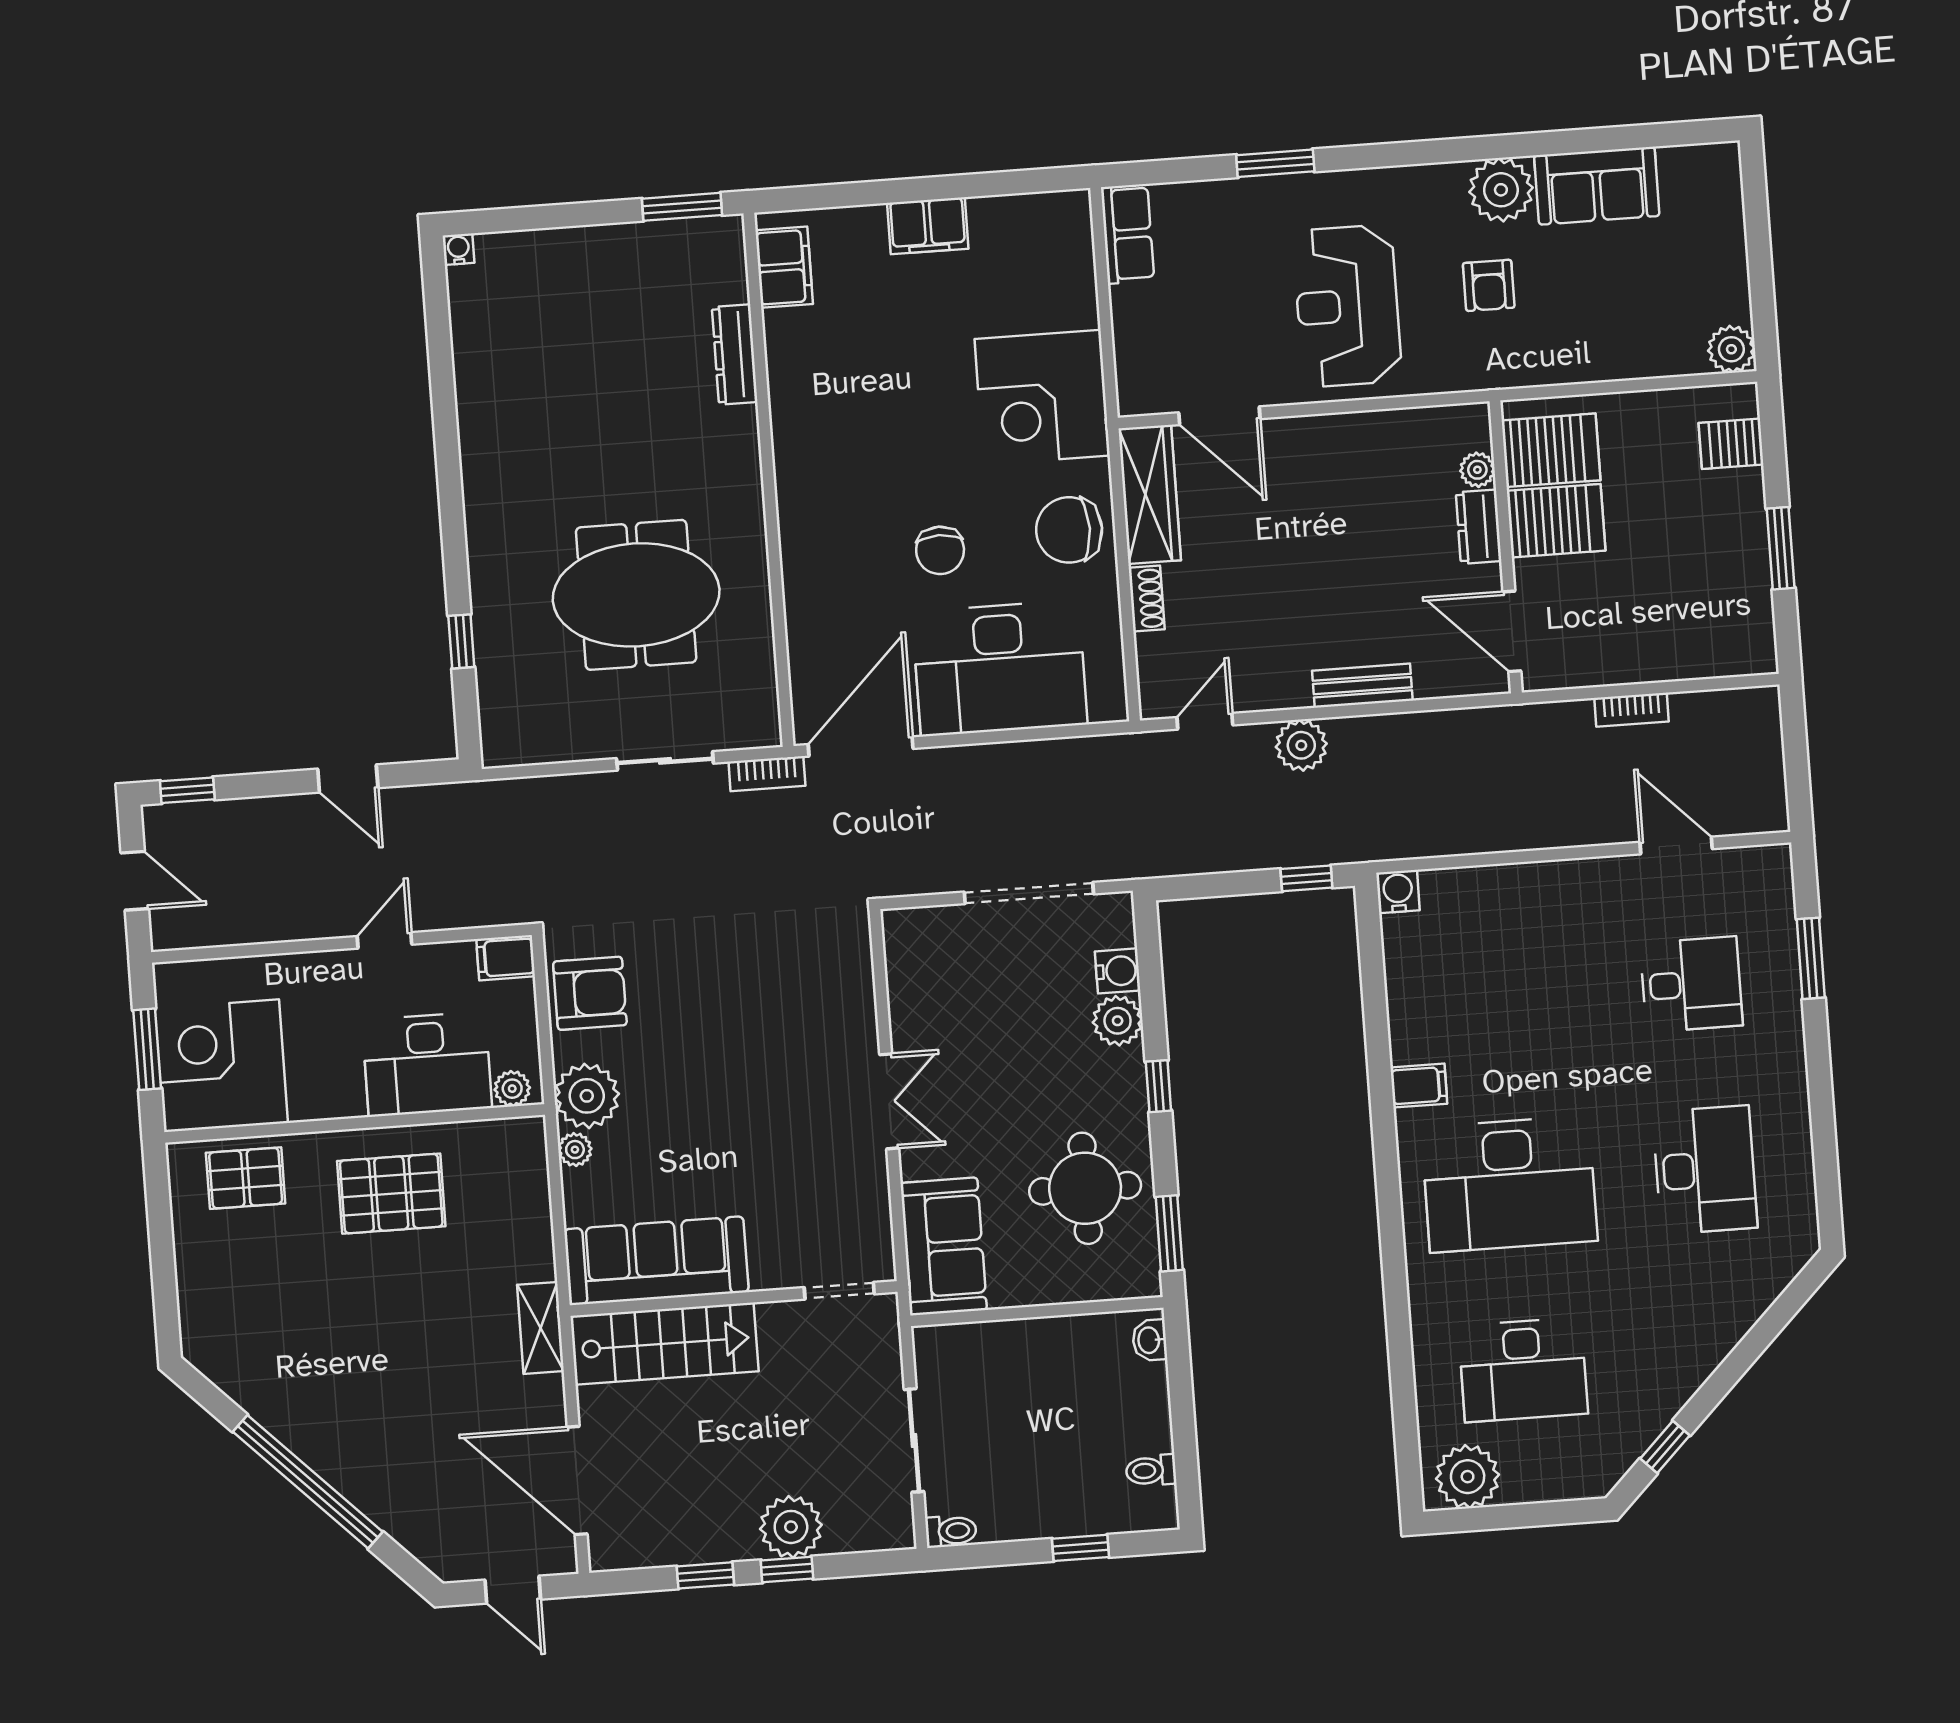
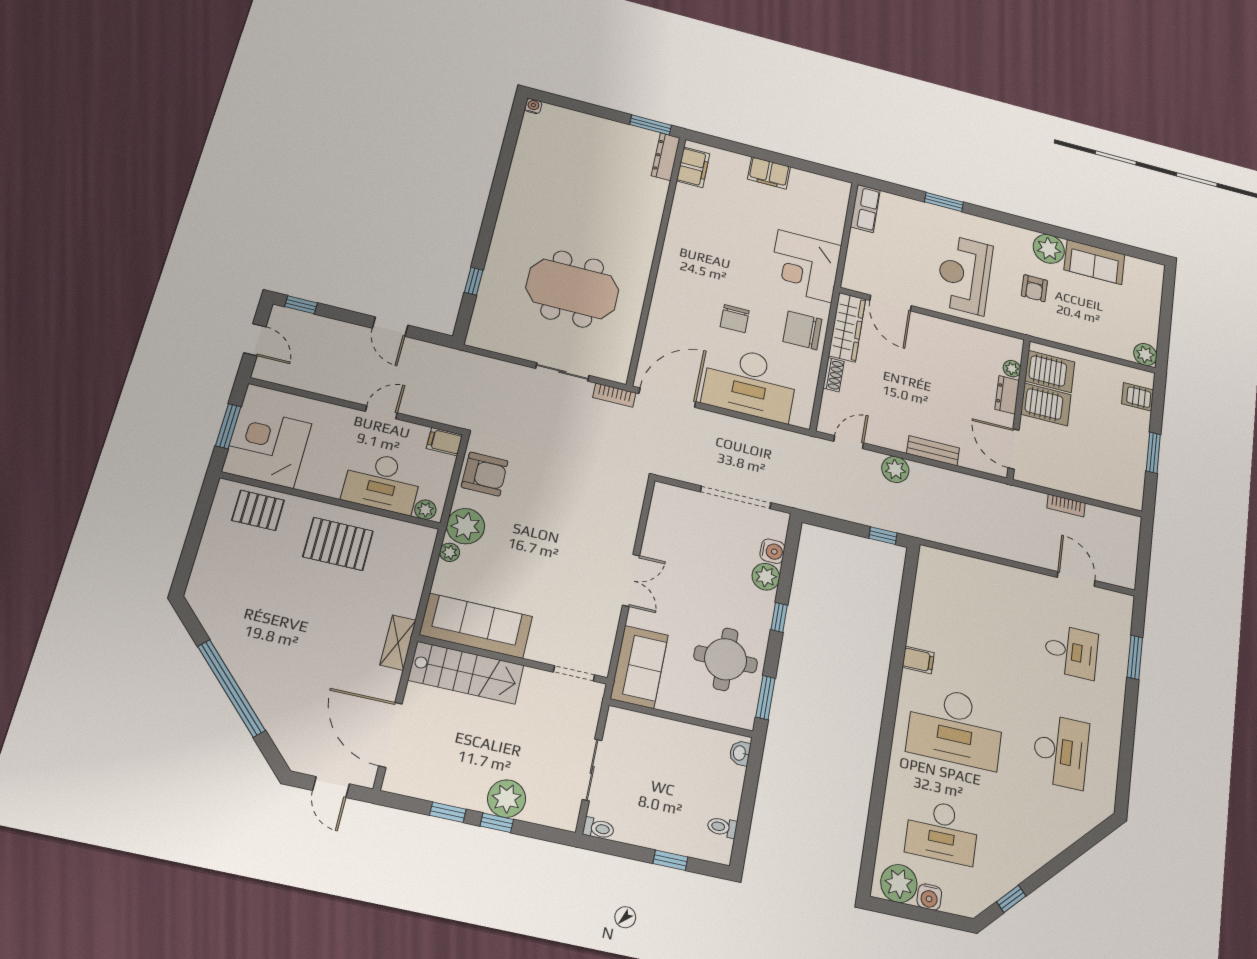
dresser: (735, 355) -> (666, 157), moved
water cooler: (1398, 892) -> (929, 897), moved, turned 180

